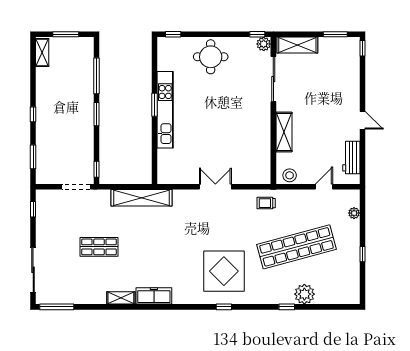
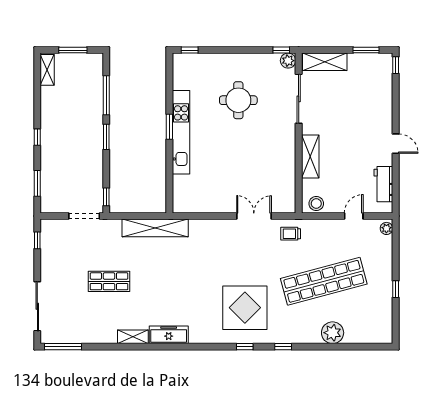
round table: (211, 57) -> (238, 100), moved
double door: (215, 187) -> (254, 216), moved
plant: (354, 213) -> (386, 228), moved
window: (287, 307) -> (283, 347), moved

